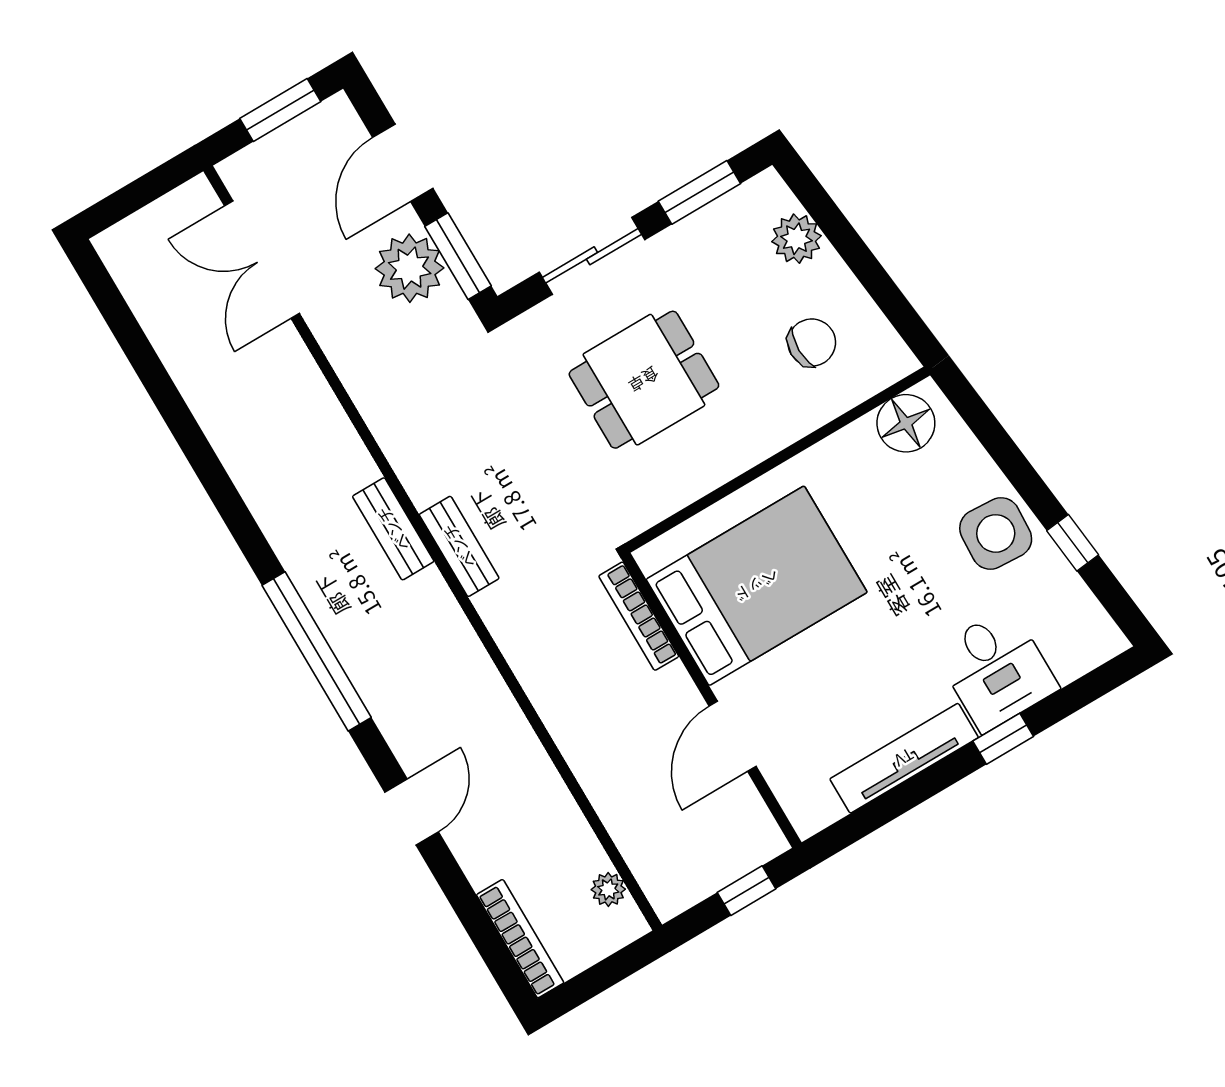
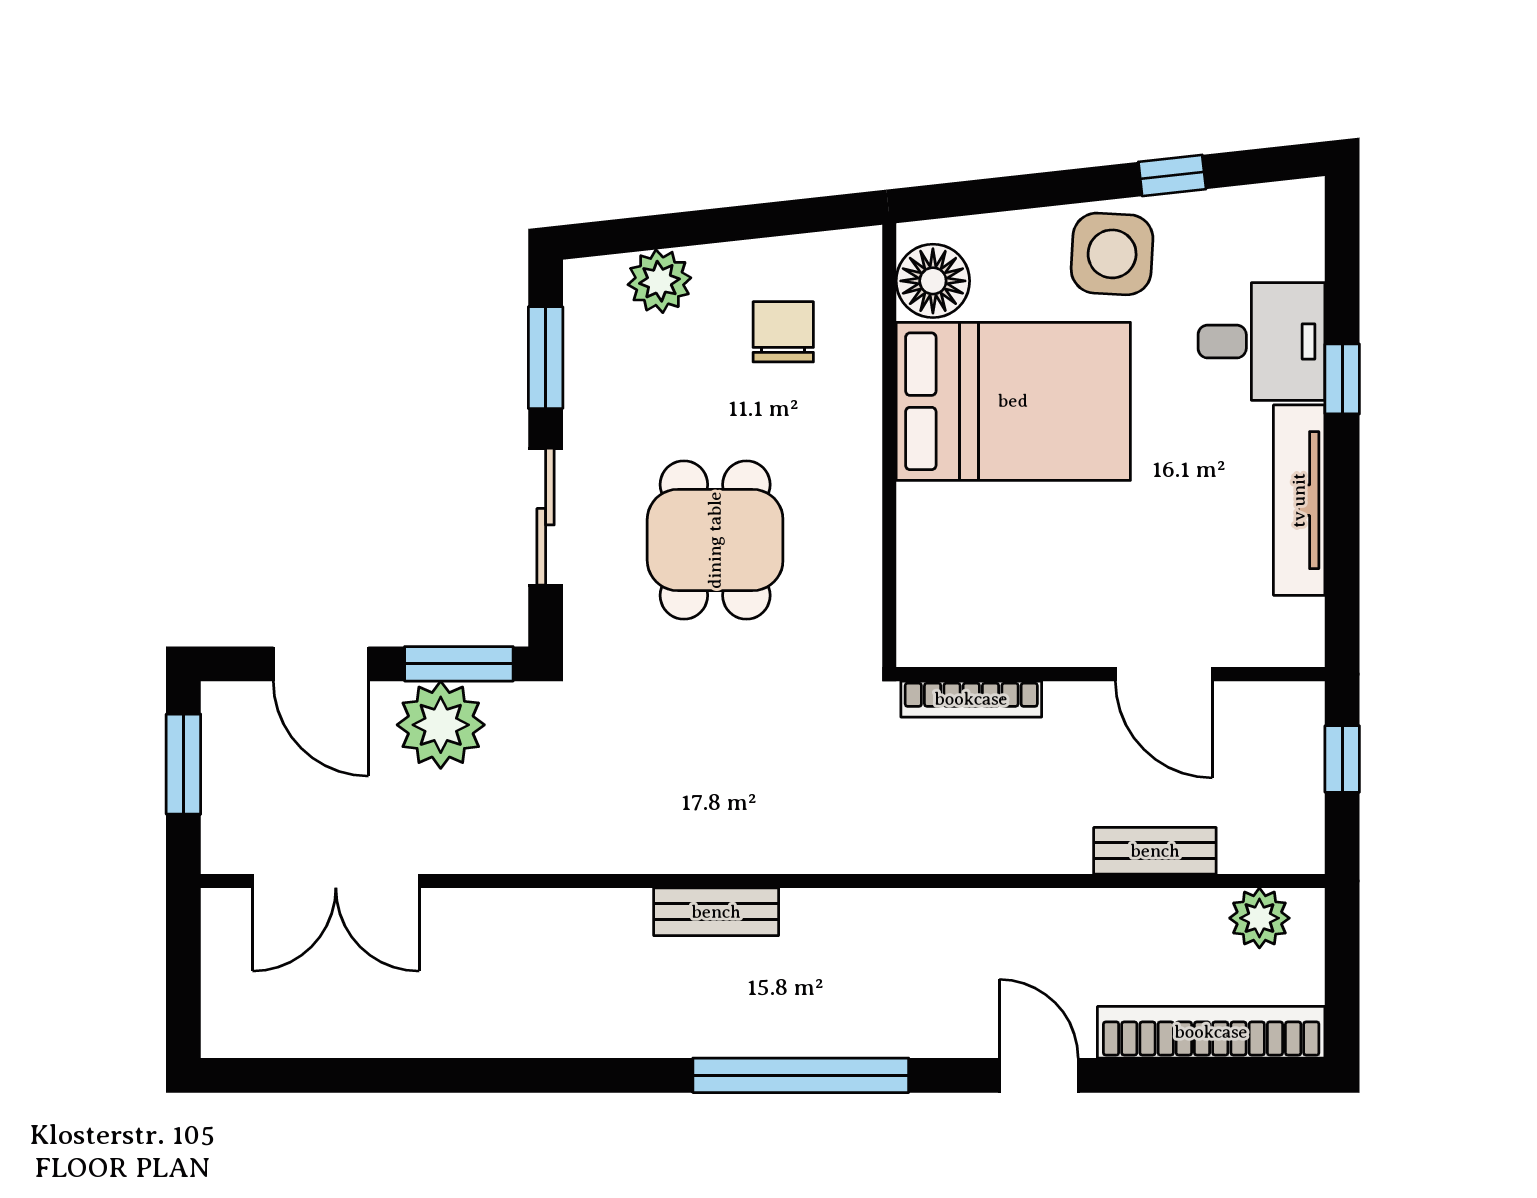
bench: (459, 546) -> (1155, 851), moved
bed: (757, 586) -> (1013, 401), moved, turned 90
plant: (608, 889) -> (1259, 918), width x1.38, depth x1.38
bookcase: (520, 939) -> (1211, 1032), width x1.48, depth x1.31

